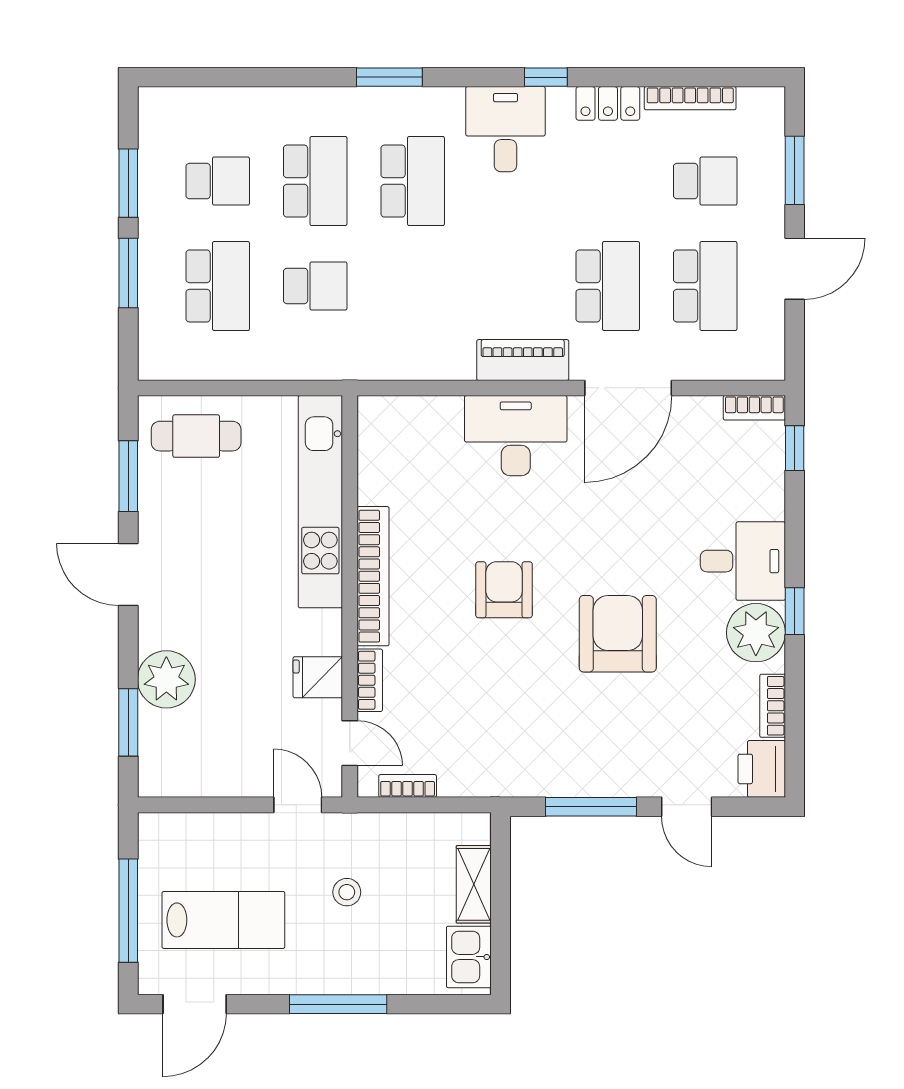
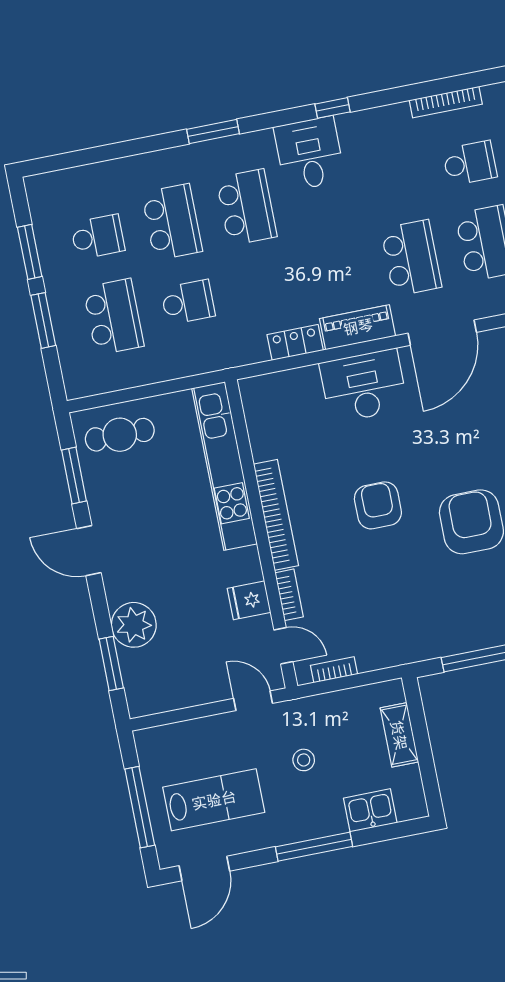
locker: (608, 103) -> (295, 342), moved, turned 180
kitchen sink: (469, 957) -> (370, 810), moved, turned 90

